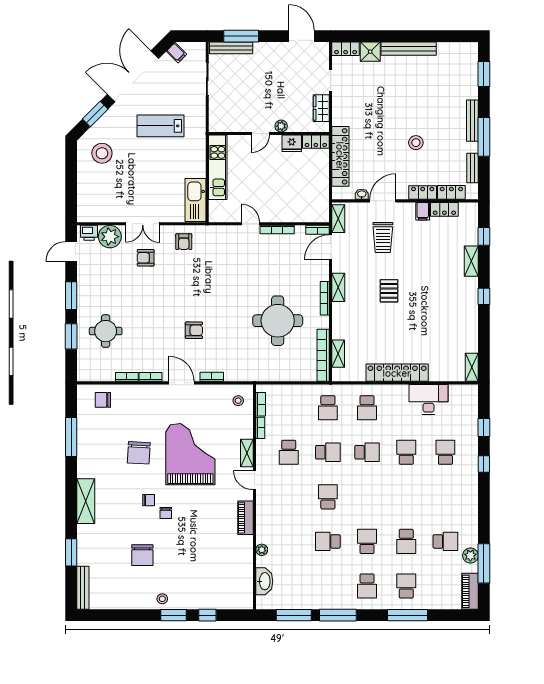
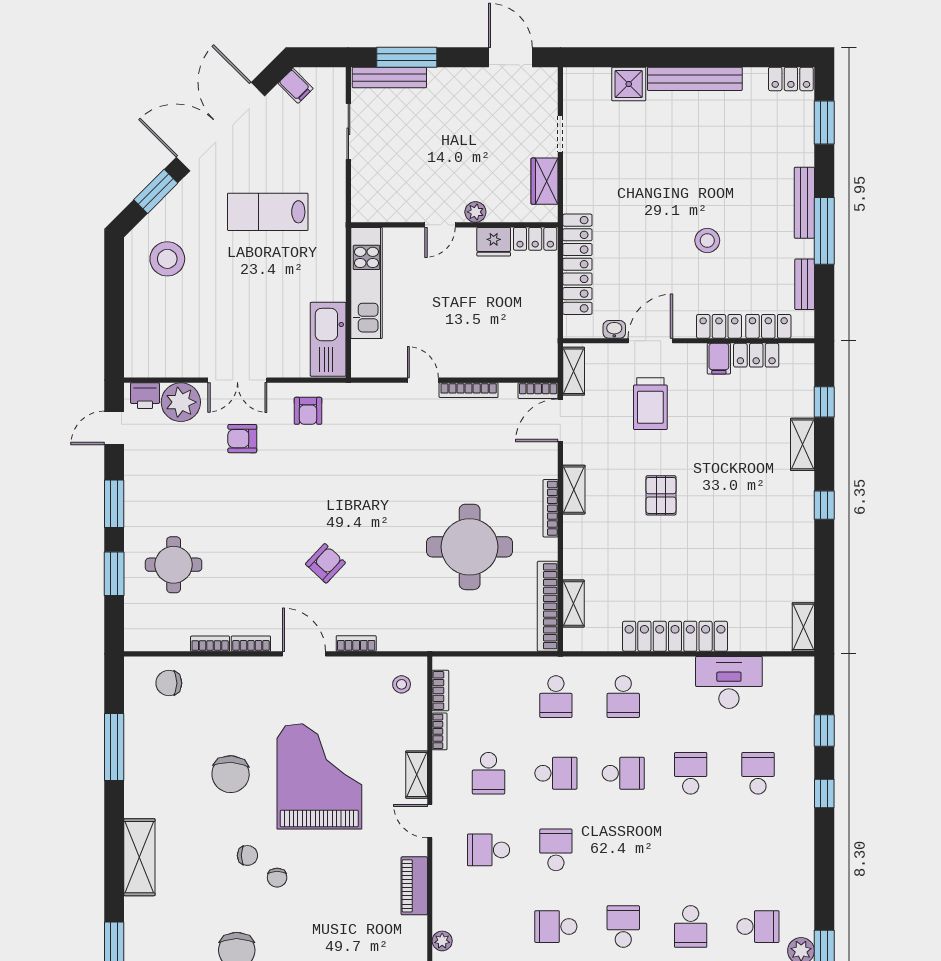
locker: (346, 49) -> (791, 79), moved
armchair: (194, 330) -> (325, 563), turned -47
school desk: (289, 497) -> (489, 850), added

